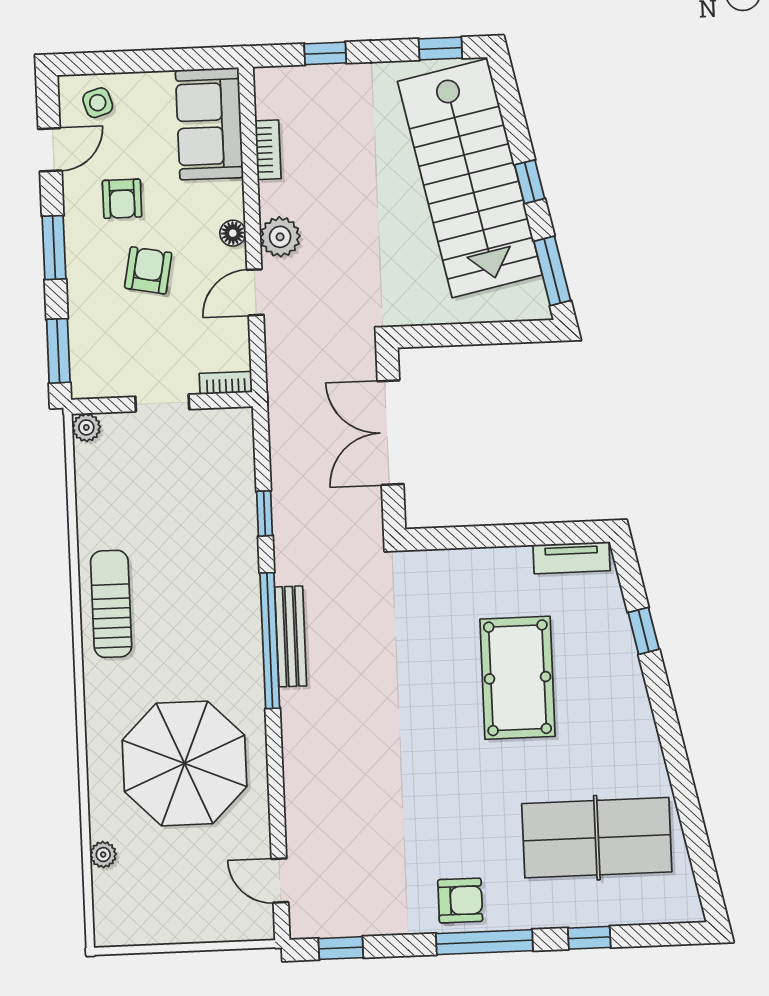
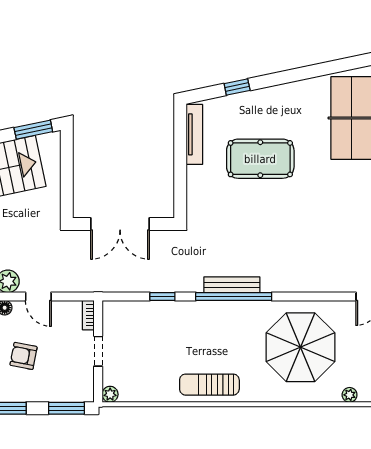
tv unit: (571, 558) -> (194, 134), width x1.41

